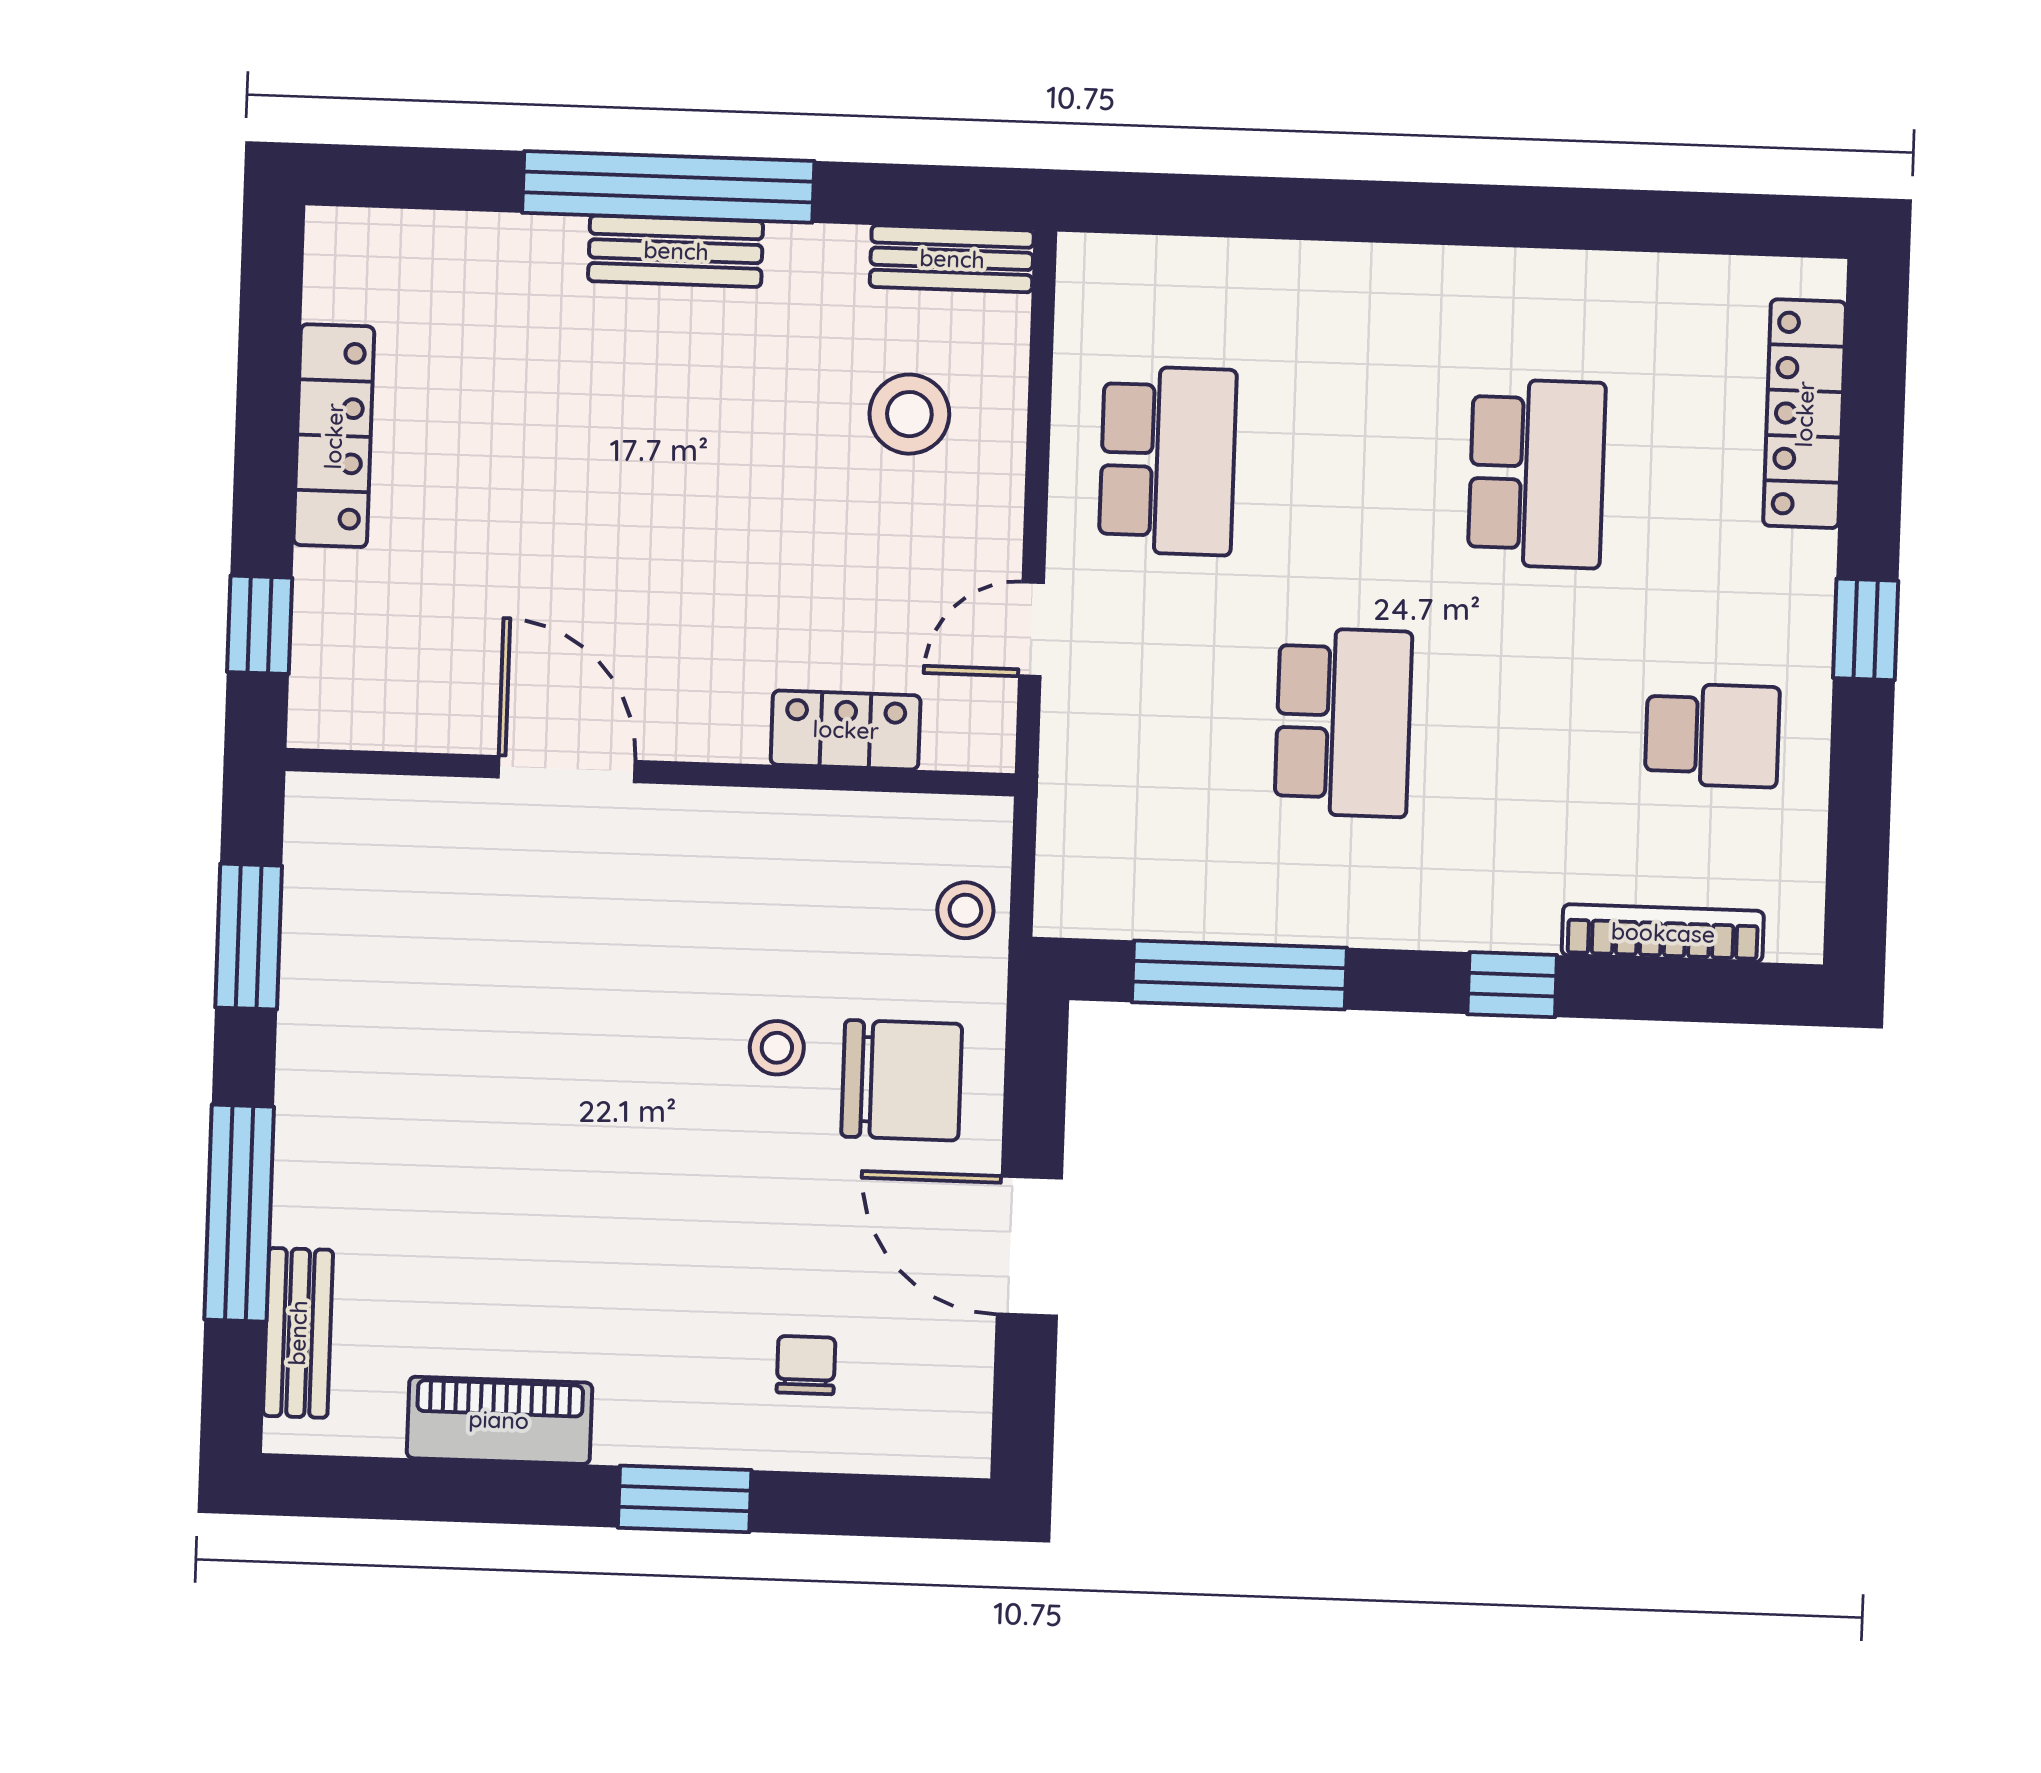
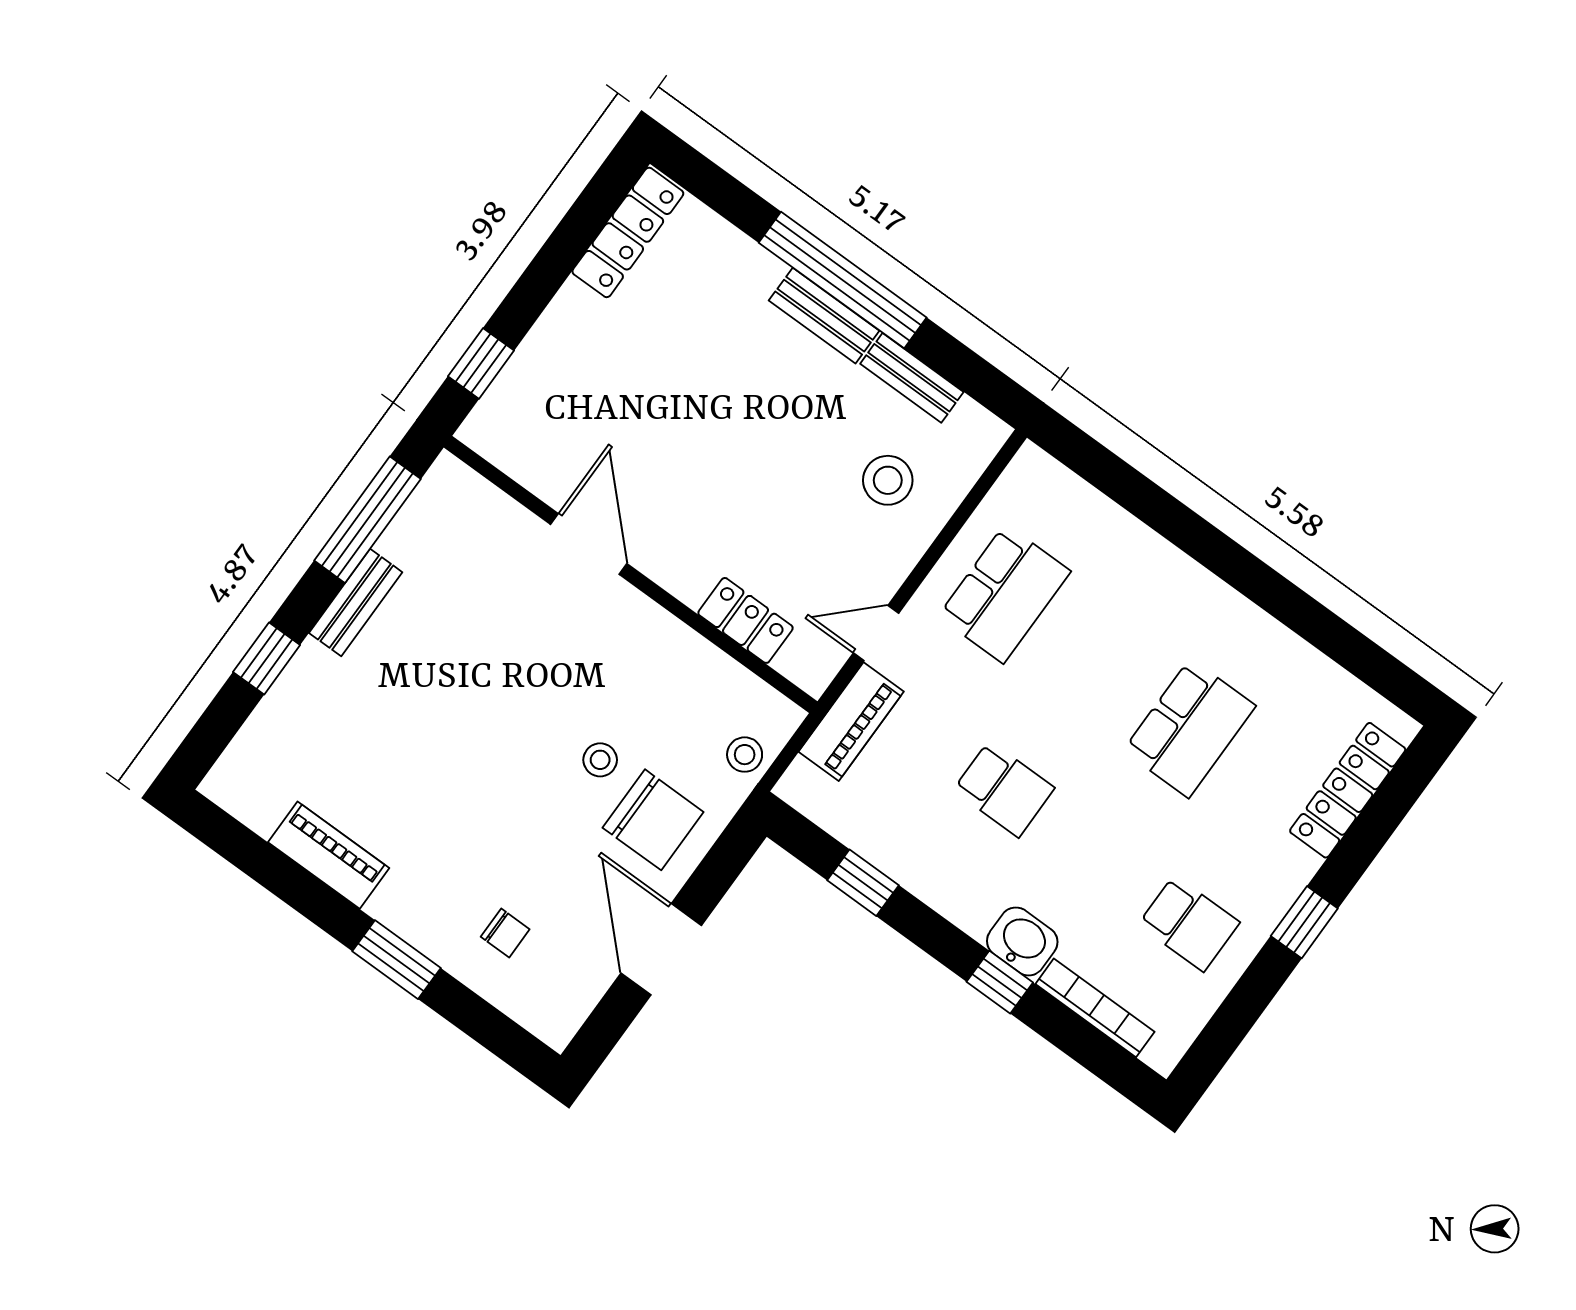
bench: (952, 259) -> (912, 378), moved
locker: (334, 436) -> (628, 232), moved
school desk: (1343, 722) -> (1004, 789), width x0.54
piano: (1078, 770) -> (851, 722), added
washbasin: (1506, 910) -> (1022, 941), added
window: (249, 937) -> (367, 520), width x1.44
window: (1239, 975) -> (863, 883), width x0.46
window: (239, 1213) -> (267, 658), width x0.46
bench: (298, 1333) -> (356, 603), moved
chair: (806, 1365) -> (505, 933), turned 90

